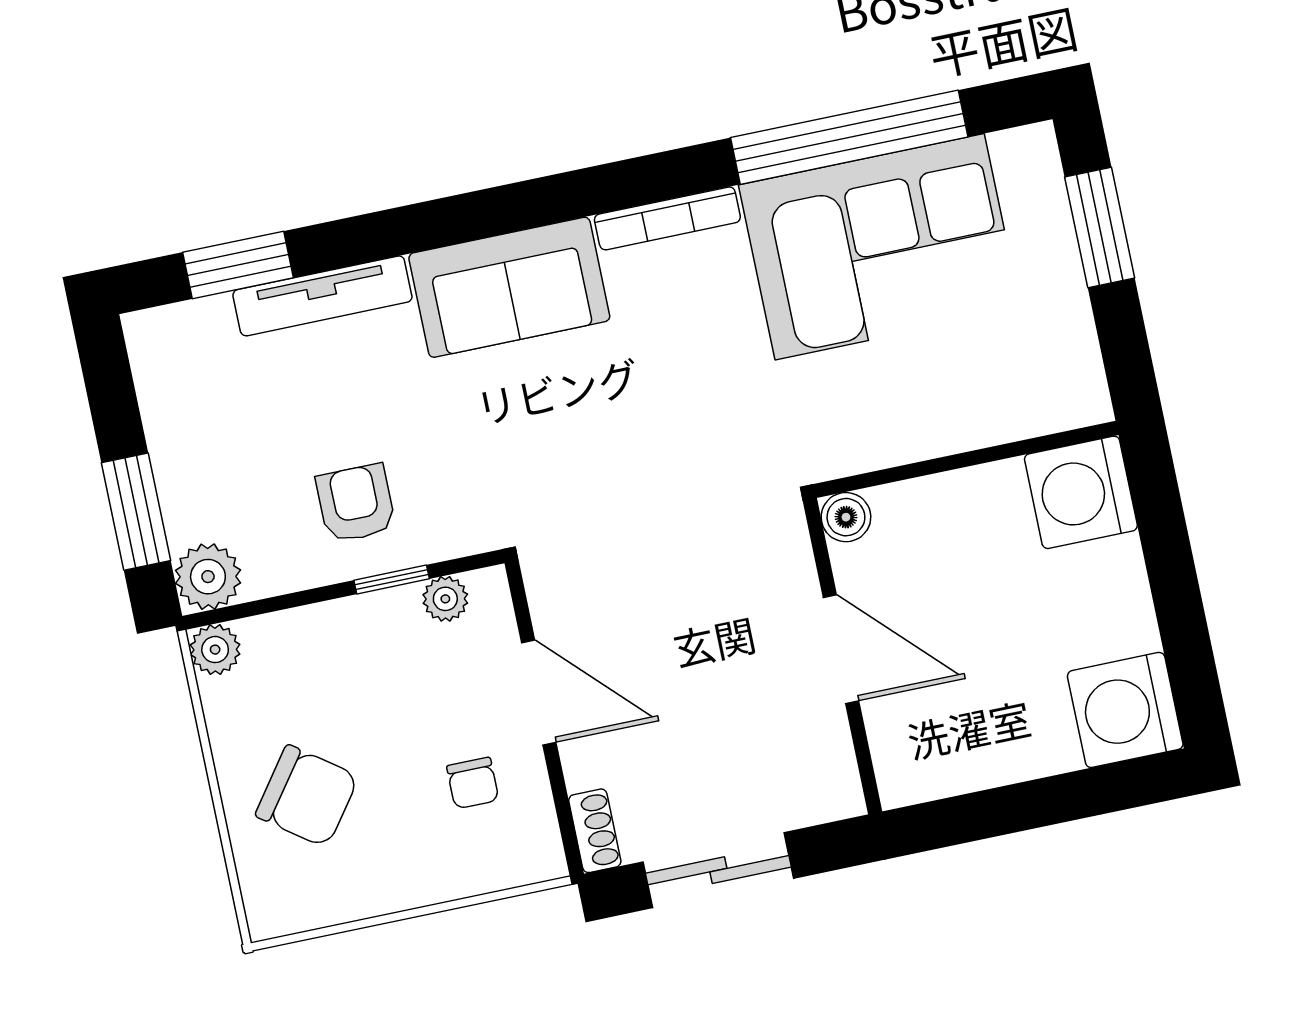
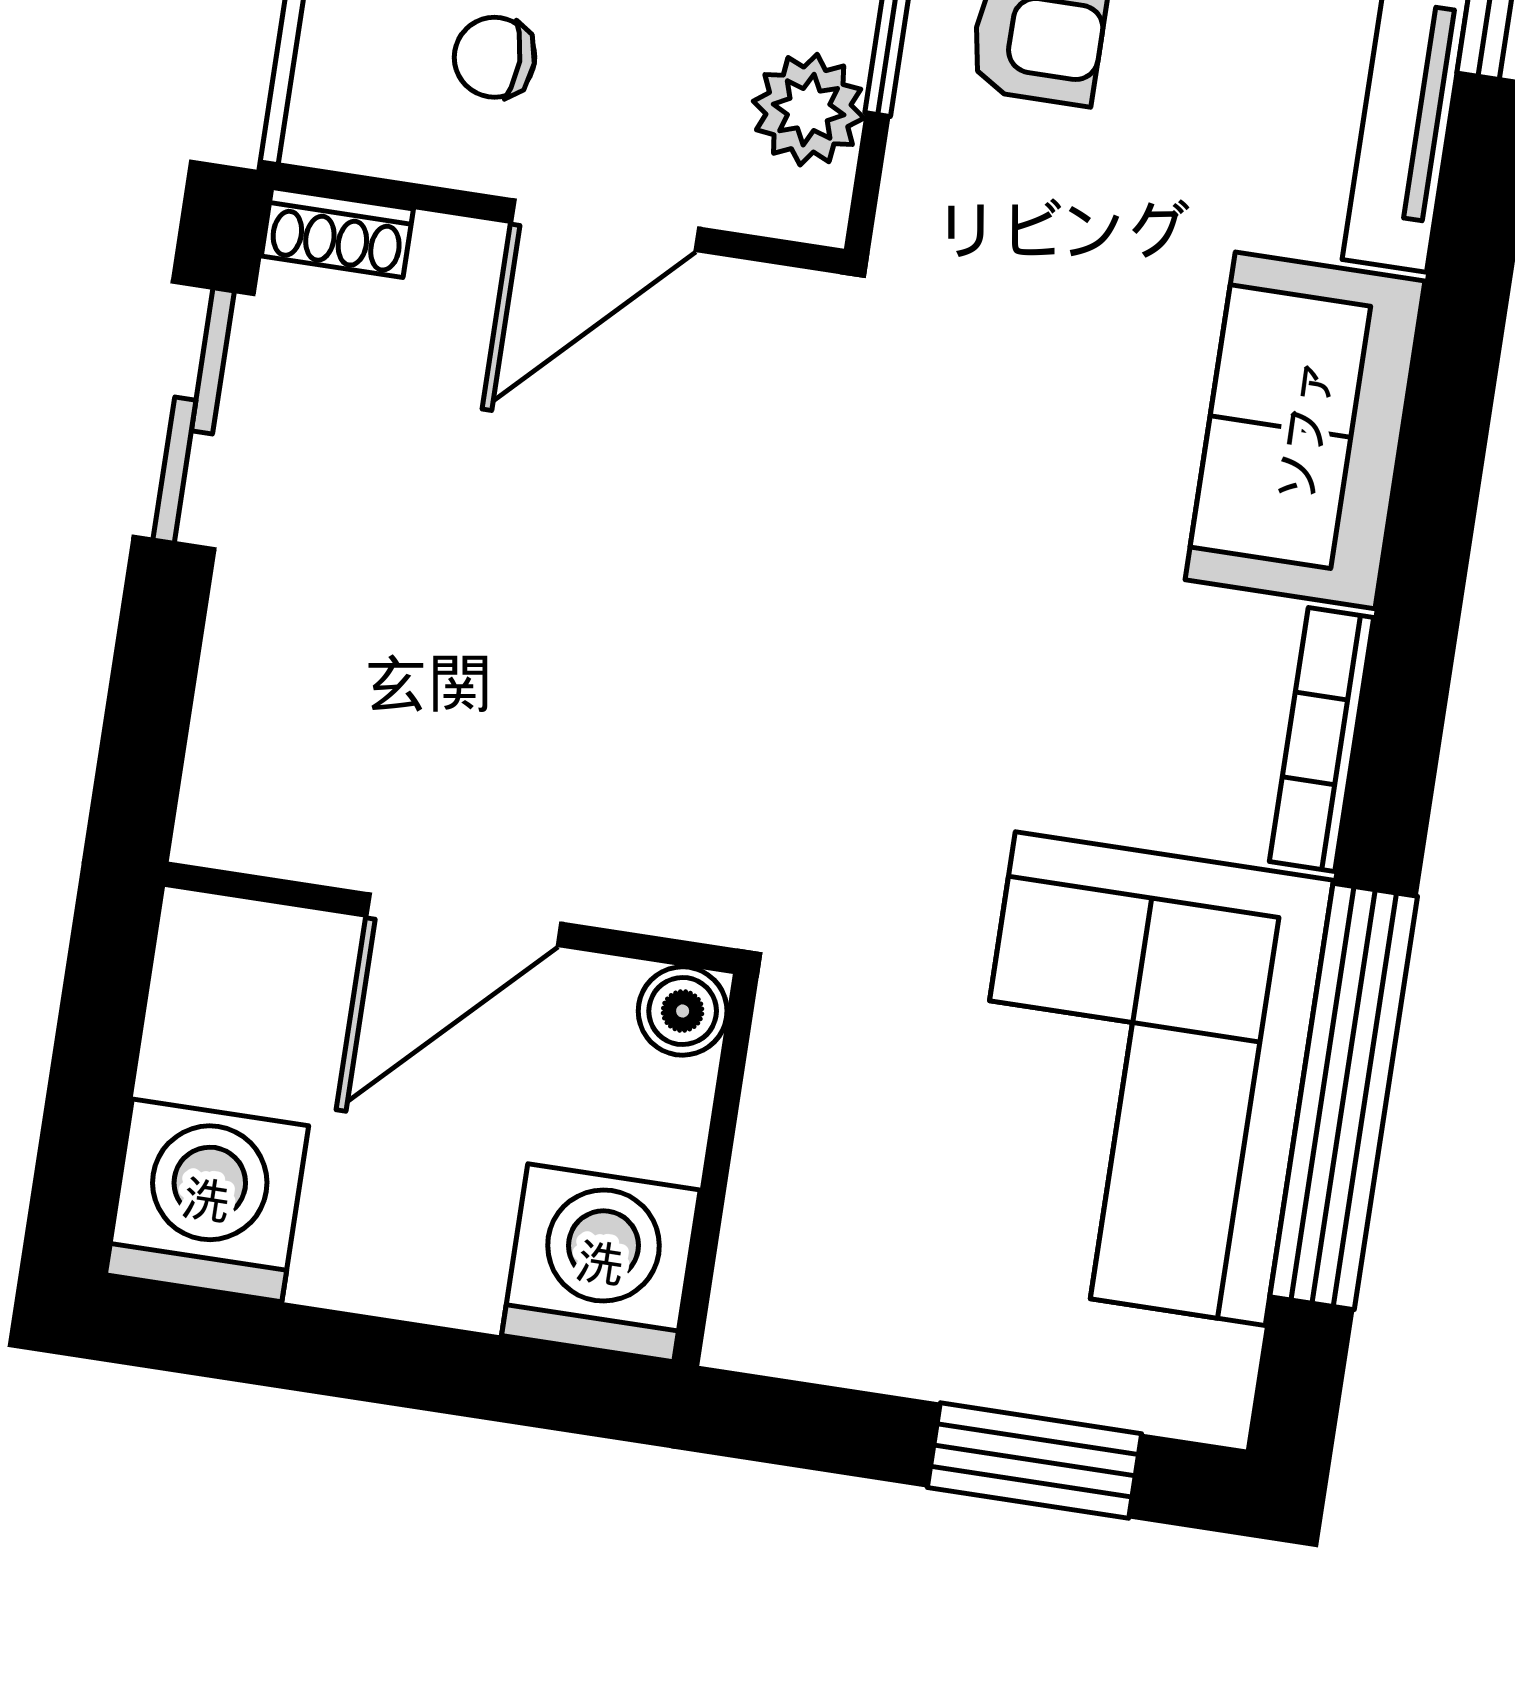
boiler: (846, 517) -> (683, 1011), moved
plant: (445, 599) -> (809, 110), width x1.38, depth x1.38
door: (841, 649) -> (464, 920), moved
wall: (842, 656) -> (451, 918), moved

